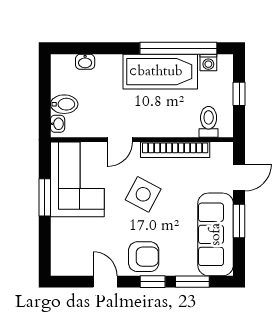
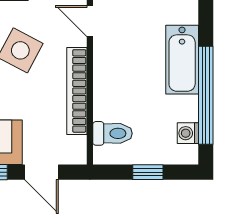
bathtub: (160, 72) -> (182, 60), width x0.73, depth x0.73

